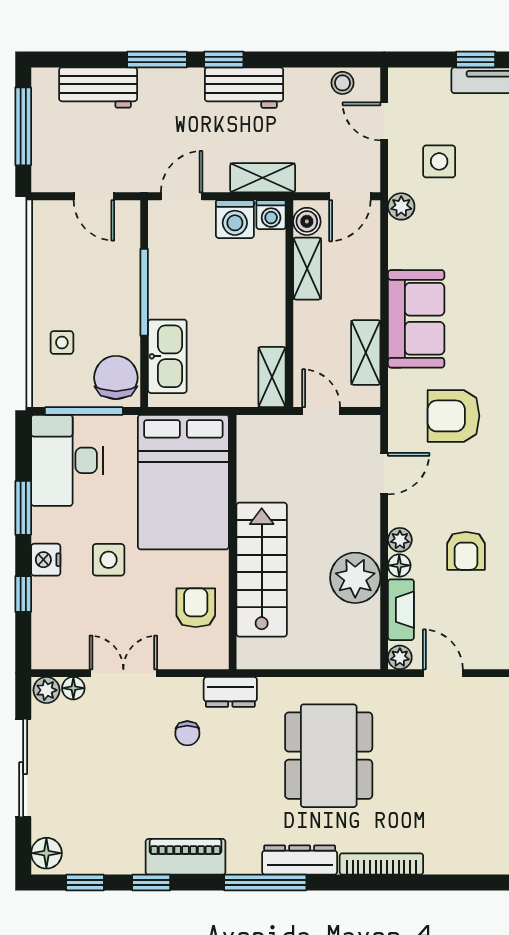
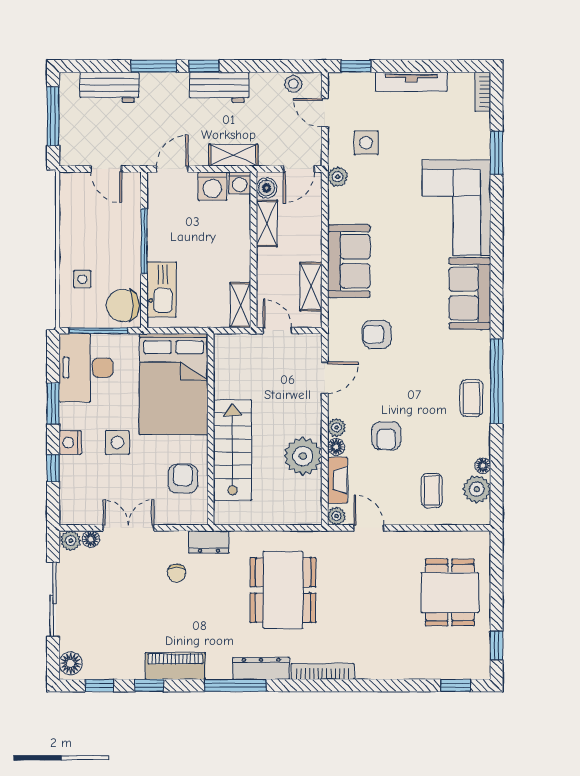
window: (476, 59) -> (356, 66), moved
chair: (116, 378) -> (123, 305), turned -90
armchair: (454, 416) -> (377, 334), width x0.72, depth x0.72

